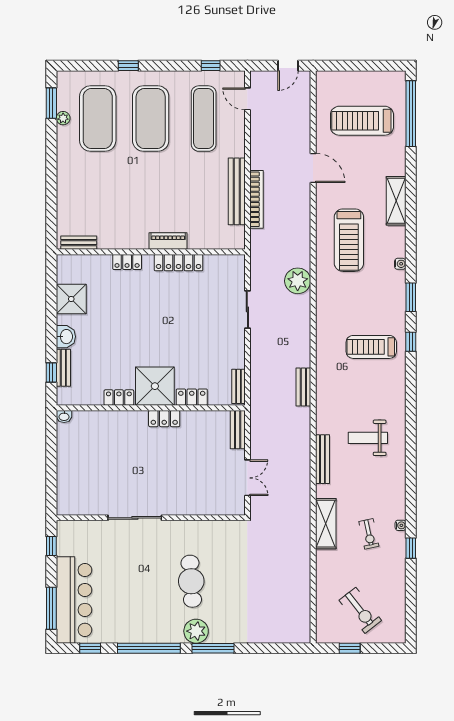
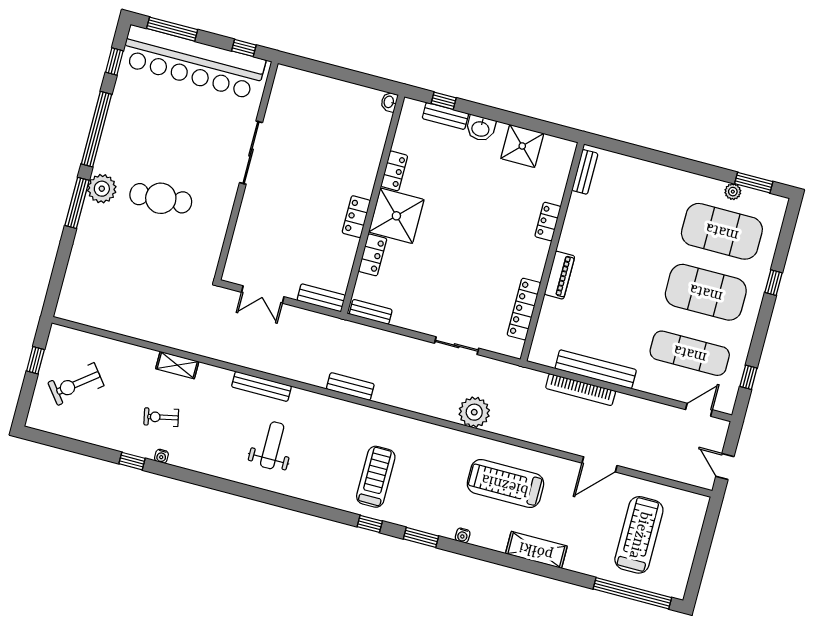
locker: (179, 263) -> (524, 309), moved
shelving: (326, 524) -> (177, 365), width x0.67, depth x0.75
bar counter: (74, 600) -> (193, 62), width x1.36

